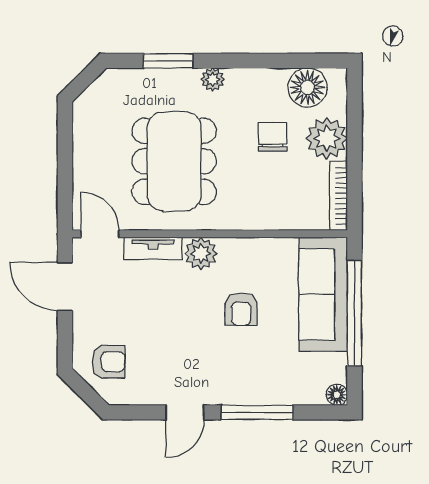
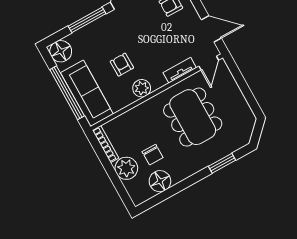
plant: (213, 79) -> (196, 166), removed
floor lamp: (307, 87) -> (160, 181), moved
door: (100, 234) -> (209, 63), hinge flipped
plant: (201, 253) -> (142, 88), moved
floor lamp: (337, 395) -> (61, 51), width x1.89, depth x1.89

